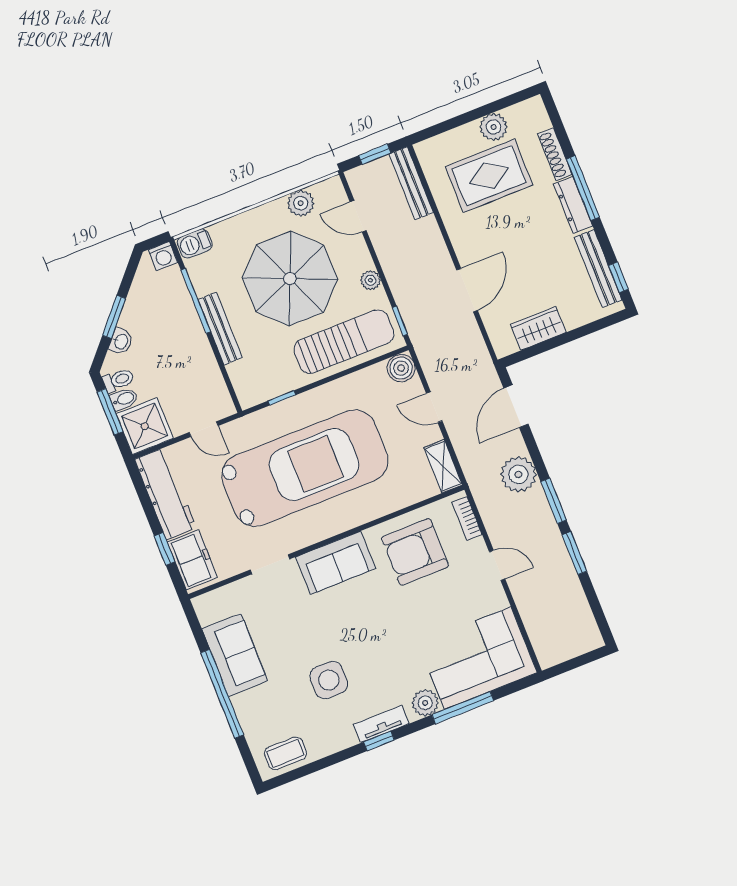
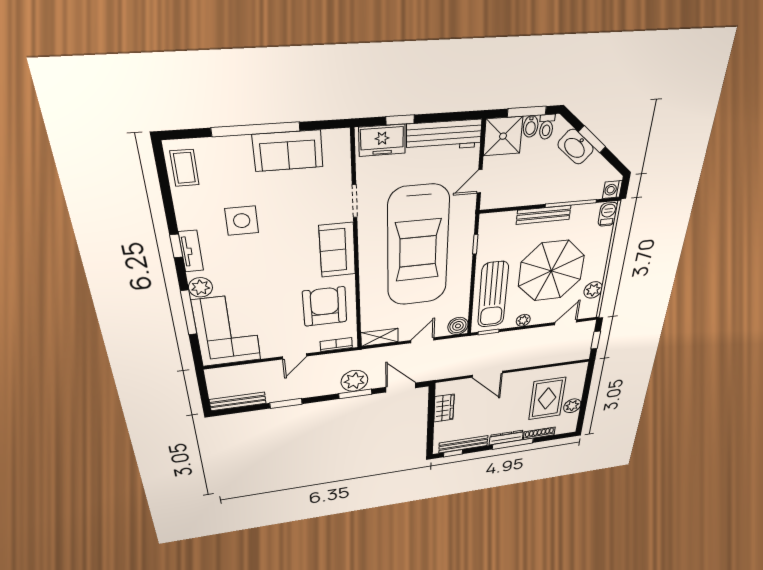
bench: (411, 183) -> (238, 401), moved
washbasin: (121, 341) -> (576, 147), width x1.91, depth x1.45
window: (554, 501) -> (355, 394), moved

